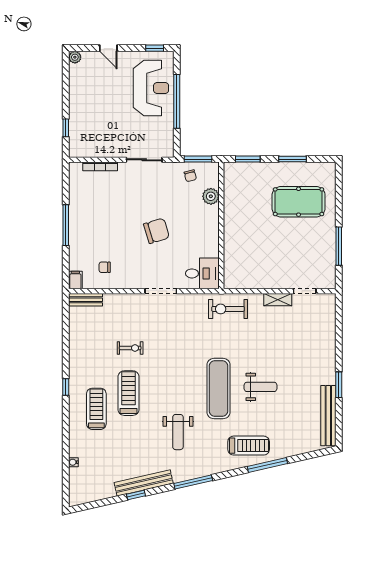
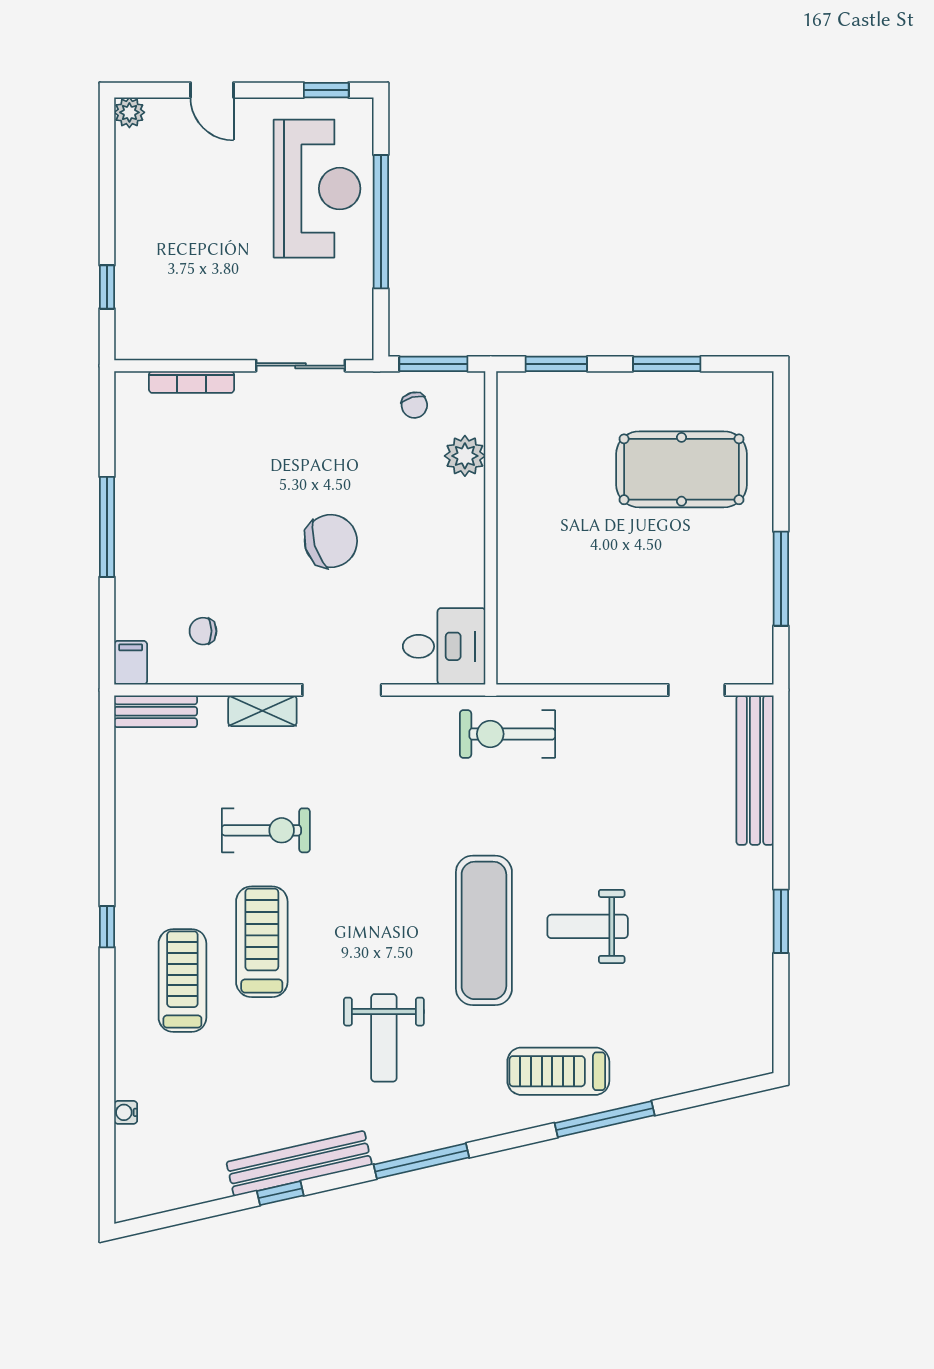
shelving: (278, 300) -> (262, 711), moved
exercise bike: (130, 348) -> (266, 830), width x1.38, depth x1.39
weight bench: (260, 387) -> (588, 926), turned 180
bench: (328, 416) -> (755, 770), moved
treadmill: (249, 446) -> (558, 1071), turned 180

